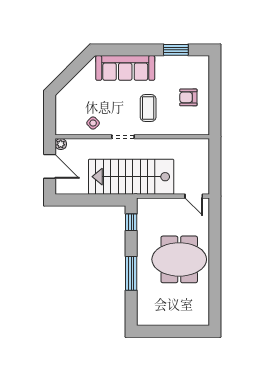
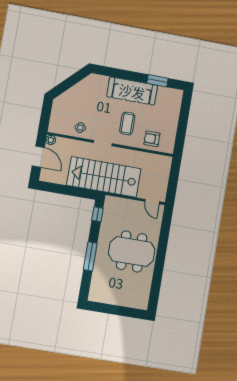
sofa: (125, 68) -> (132, 91), moved
armchair: (188, 97) -> (152, 139), moved

